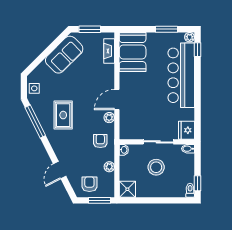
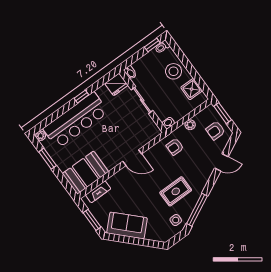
window: (198, 50) -> (81, 97), moved
side table: (34, 88) -> (176, 220), moved
plant: (109, 118) -> (151, 153), removed
stool: (156, 167) -> (174, 71), moved
shower: (127, 189) -> (192, 89), moved

